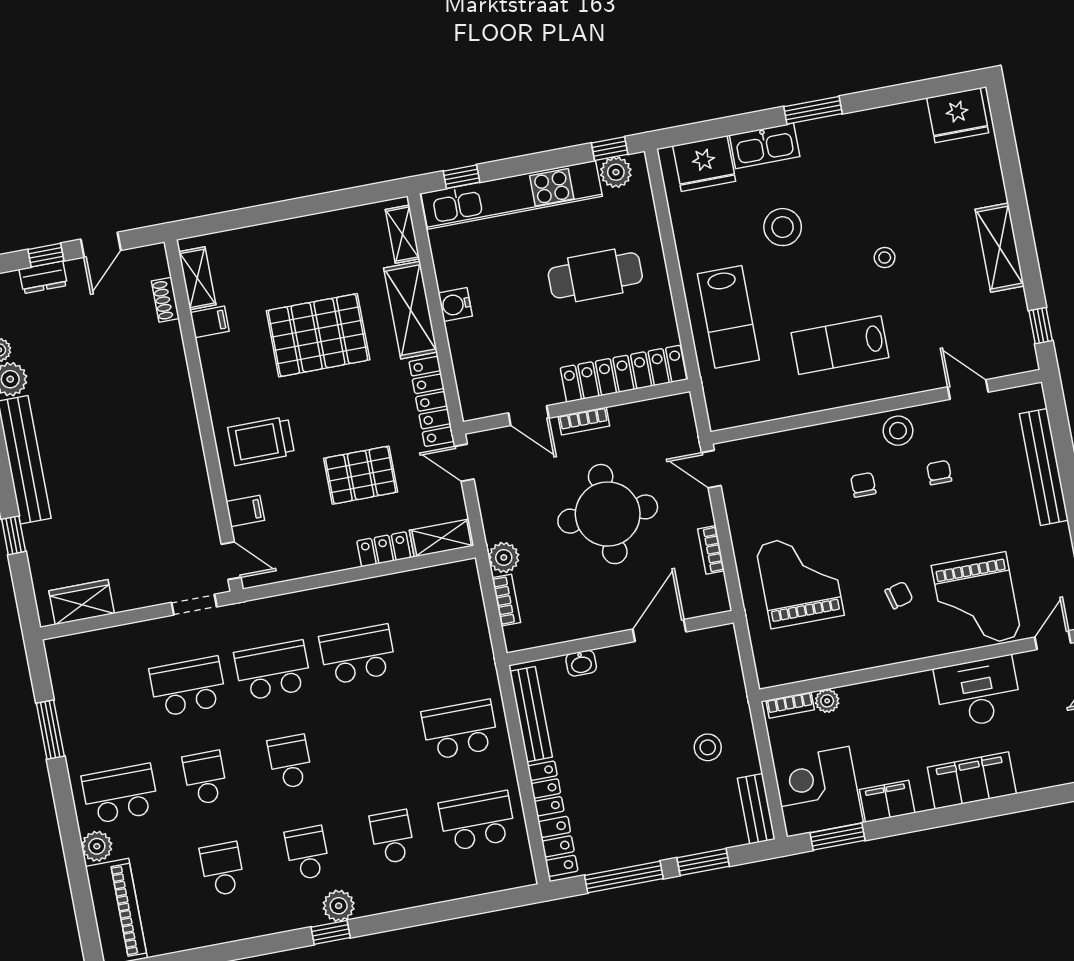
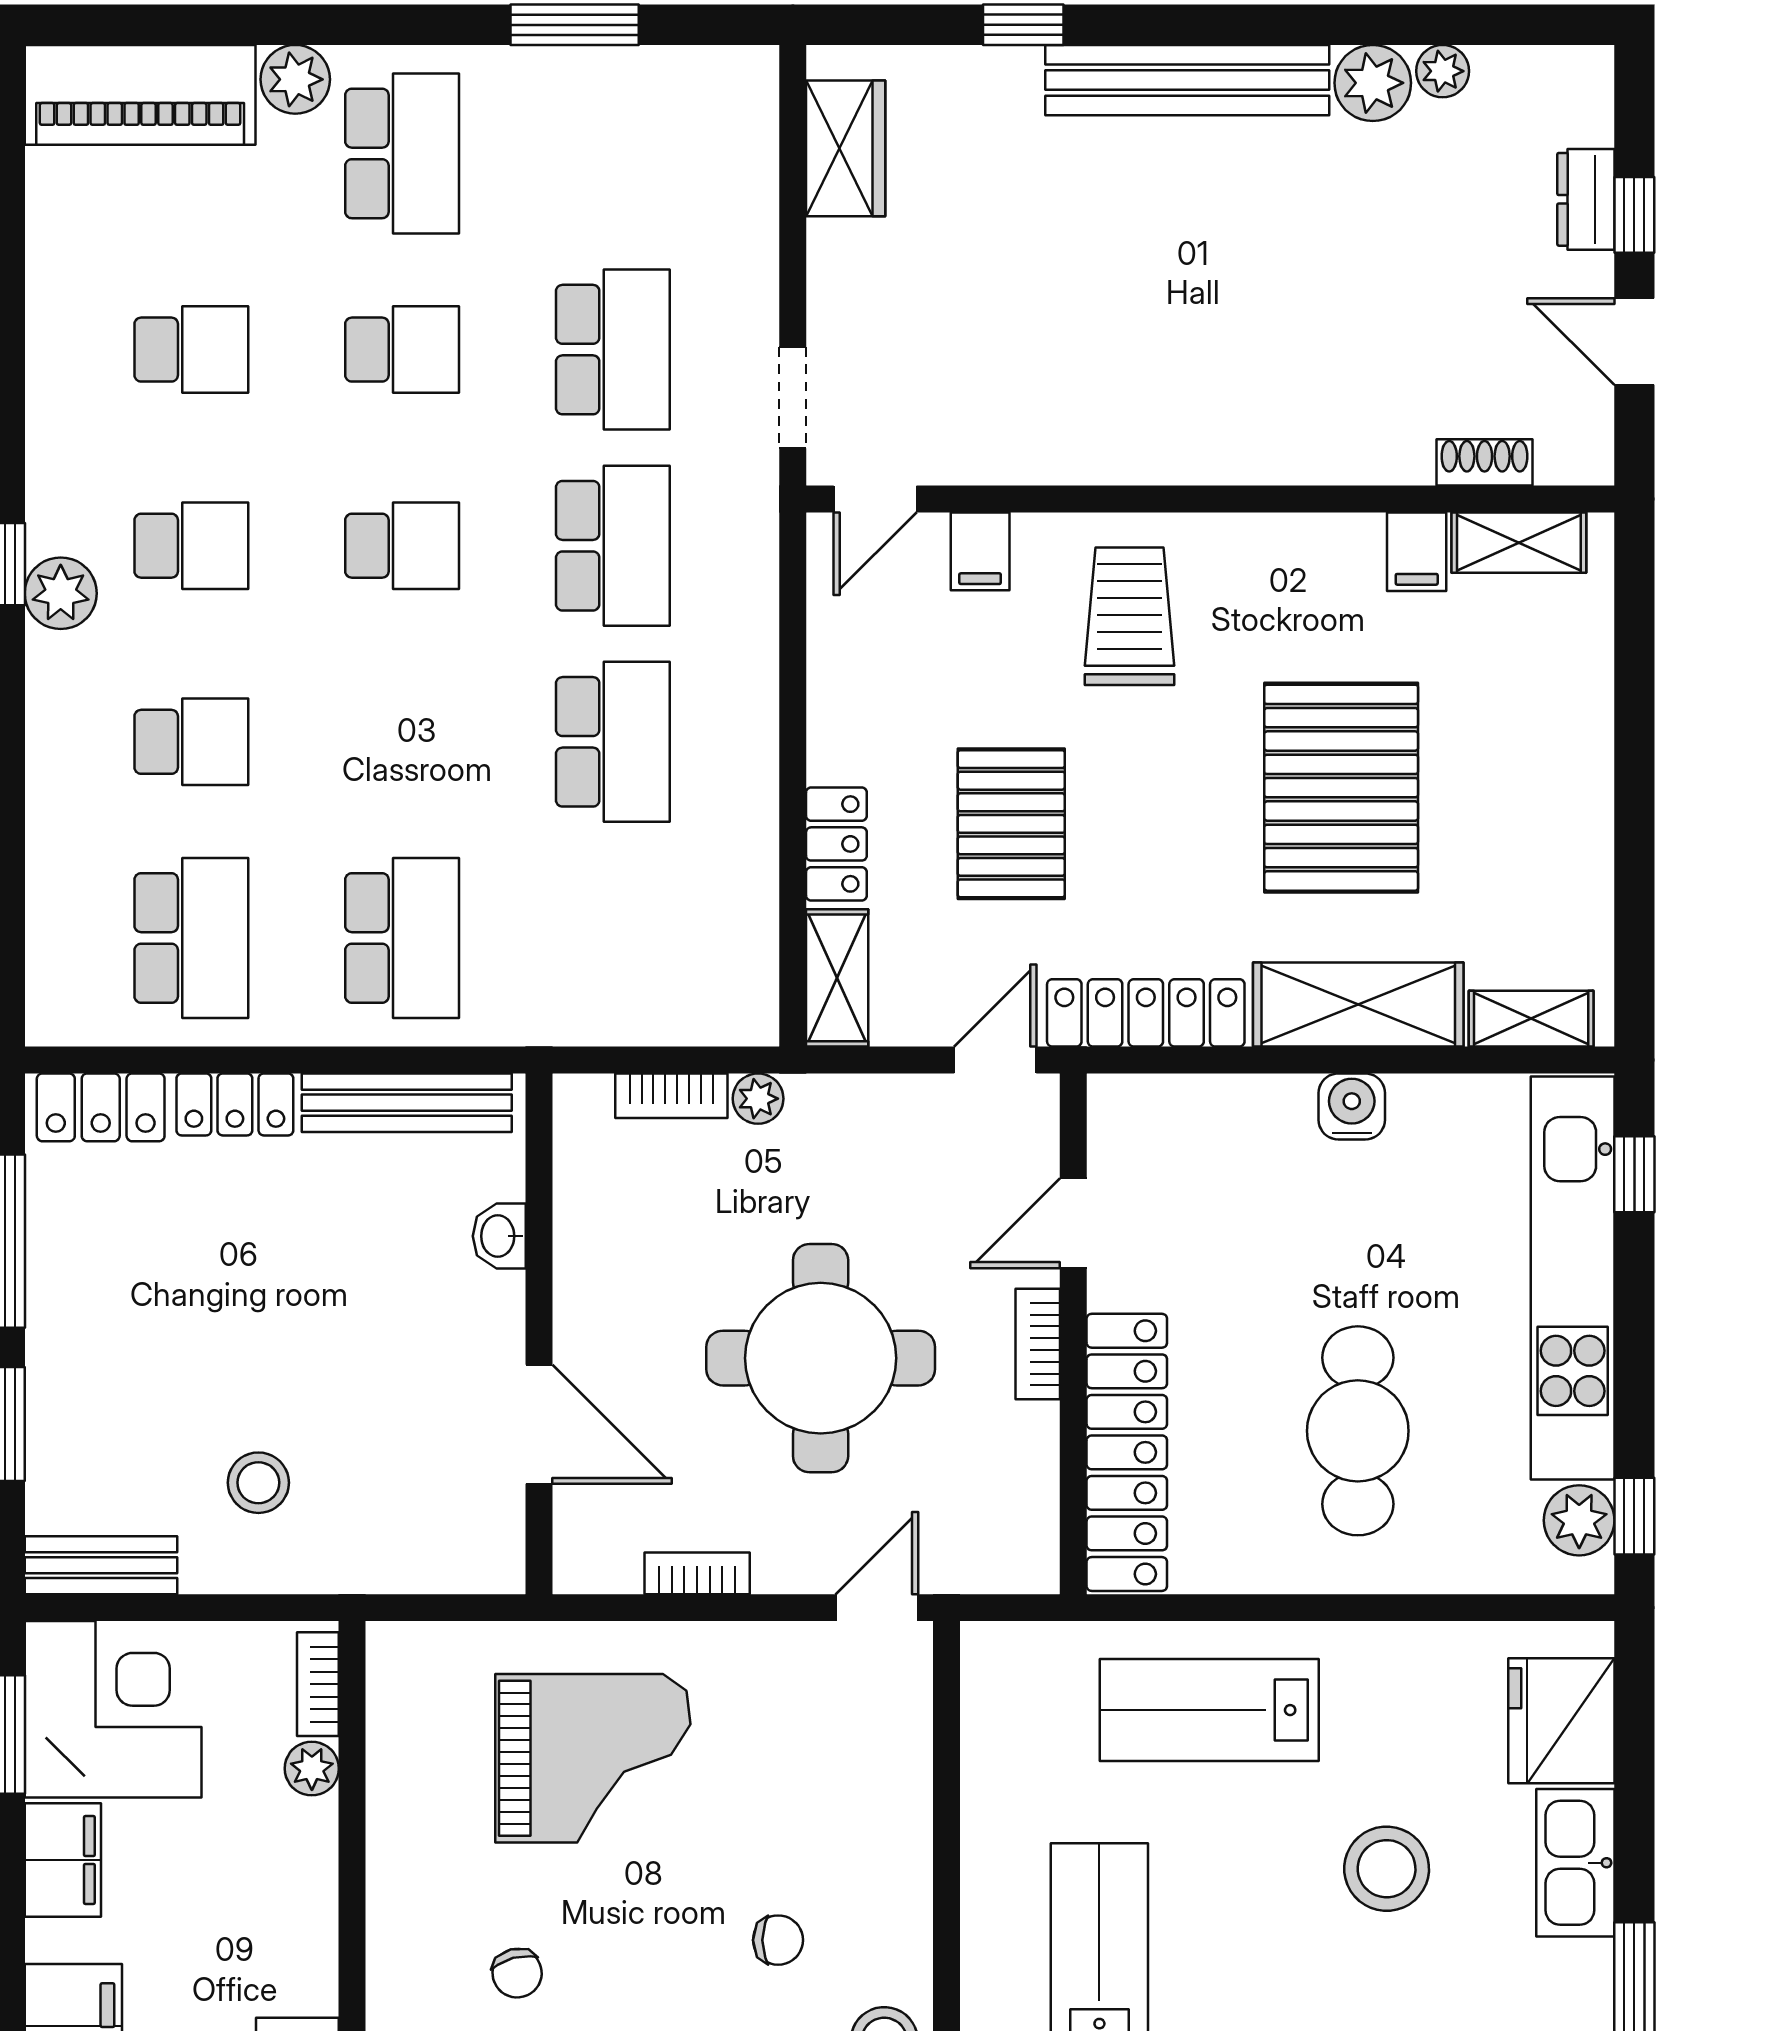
plant: (504, 557) -> (758, 1099), width x0.73, depth x0.73

